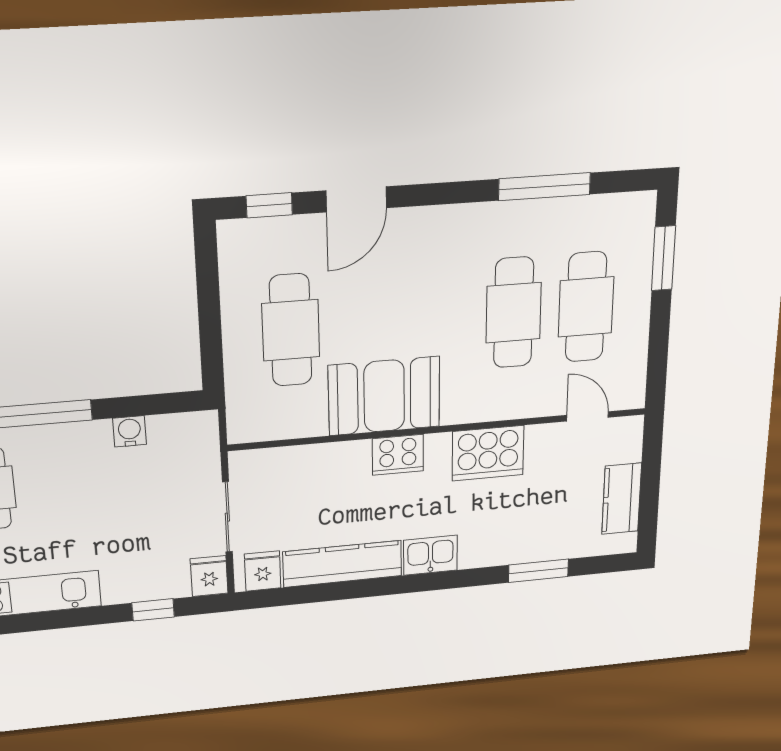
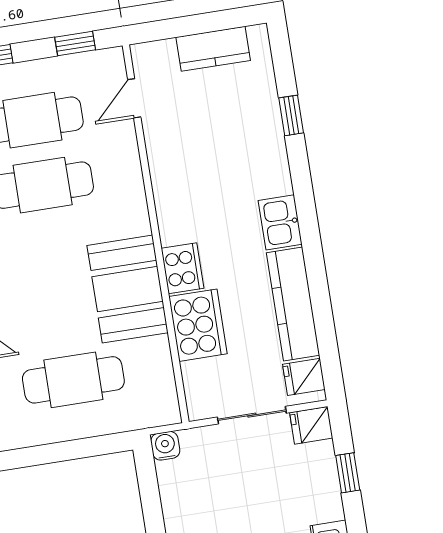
window: (658, 359) -> (75, 44), added
water cooler: (129, 431) -> (165, 446), moved, turned 90
cooker: (488, 453) -> (198, 325), moved
window: (538, 571) -> (291, 115), width x0.67

